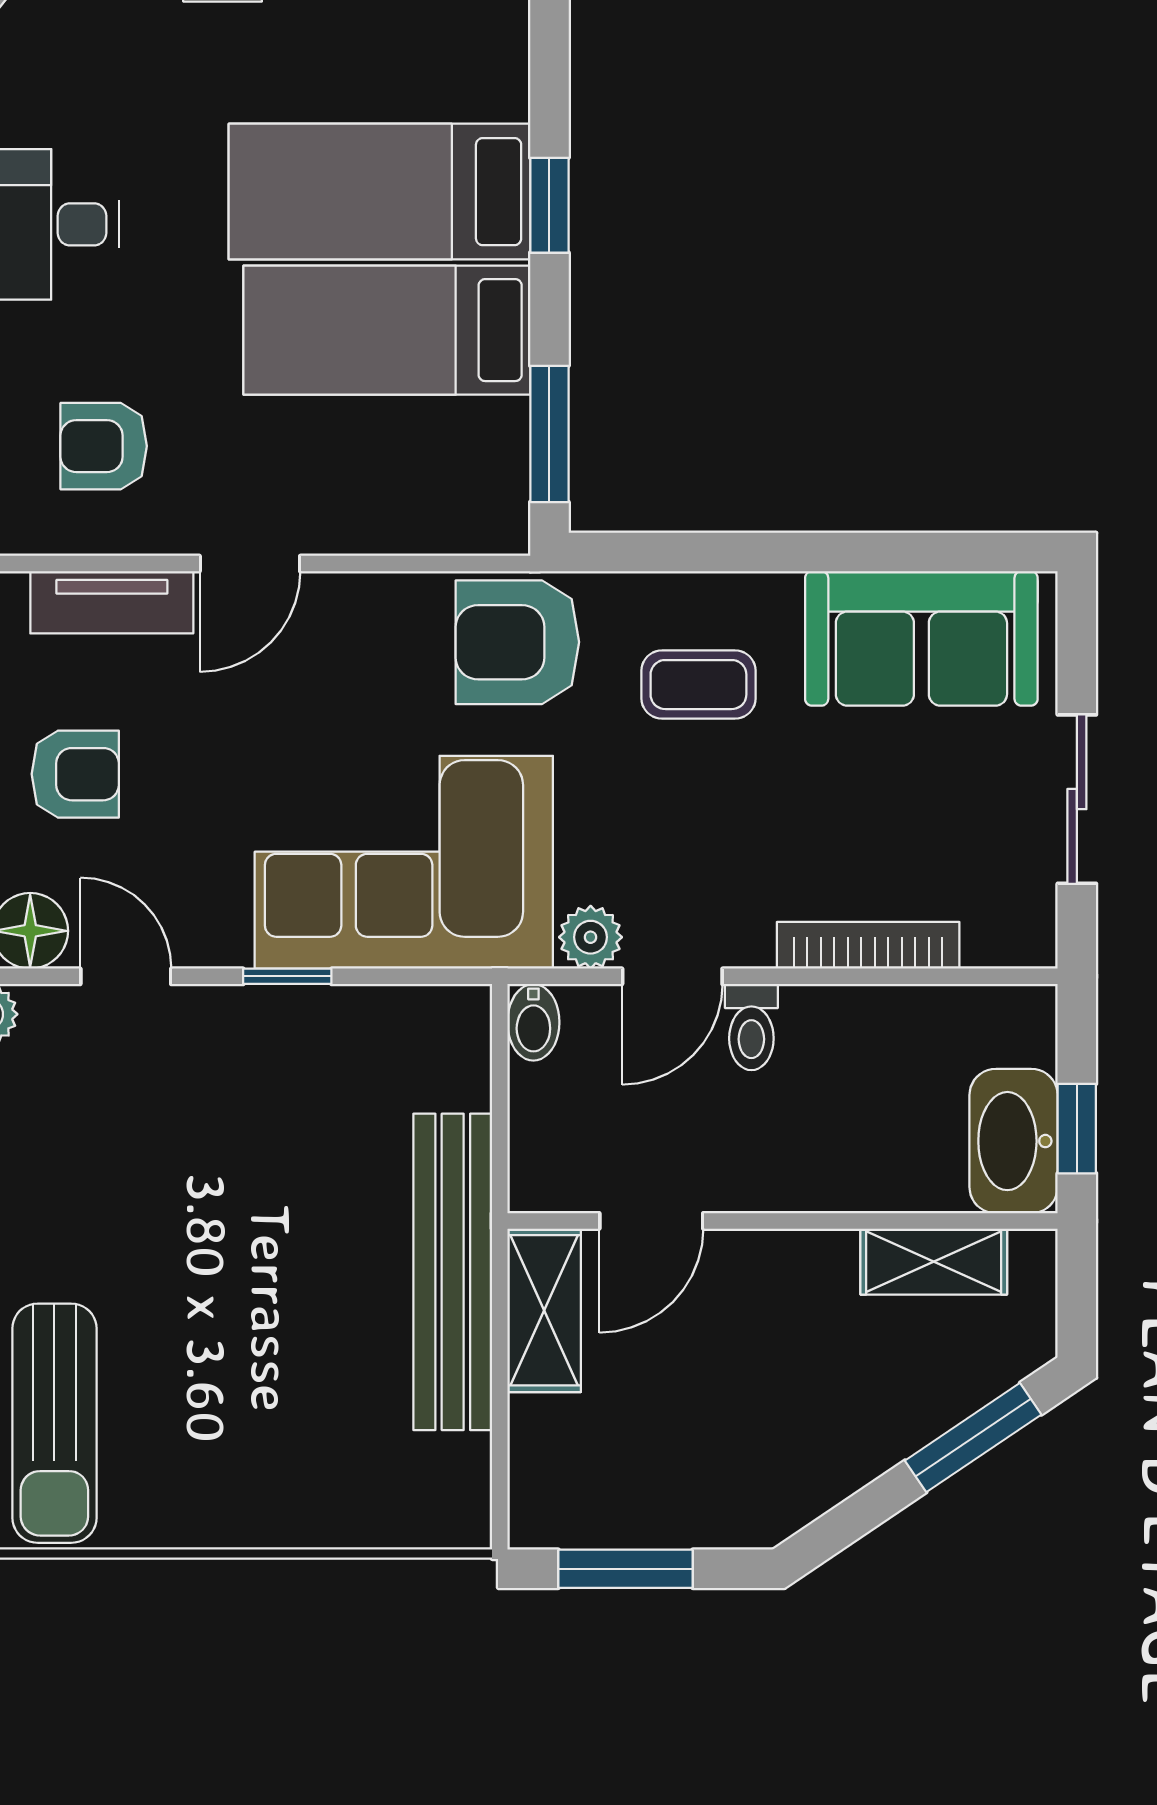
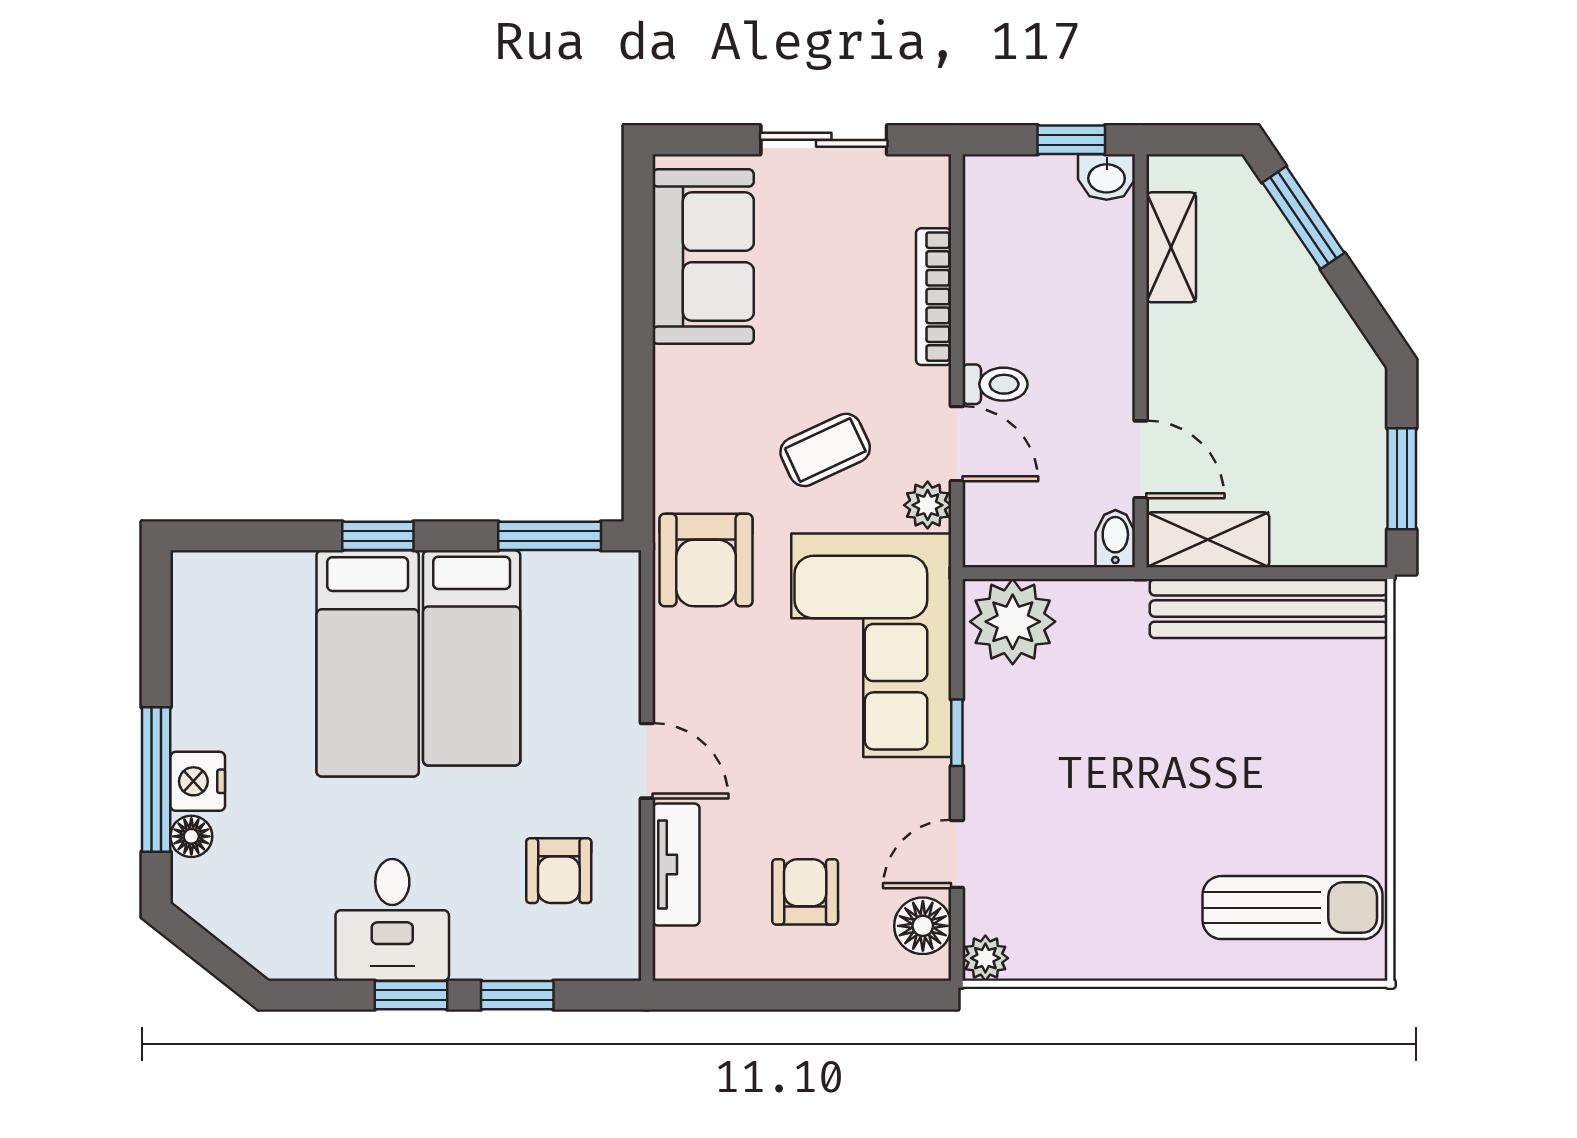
coffee table: (698, 685) -> (825, 450), moved, turned 65
bidet: (533, 1022) -> (1115, 539), moved, turned -90
plant: (435, 1051) -> (1013, 622), added
washbasin: (1014, 1141) -> (1107, 177), width x0.52, depth x0.69
bench: (453, 1272) -> (1269, 609), moved

